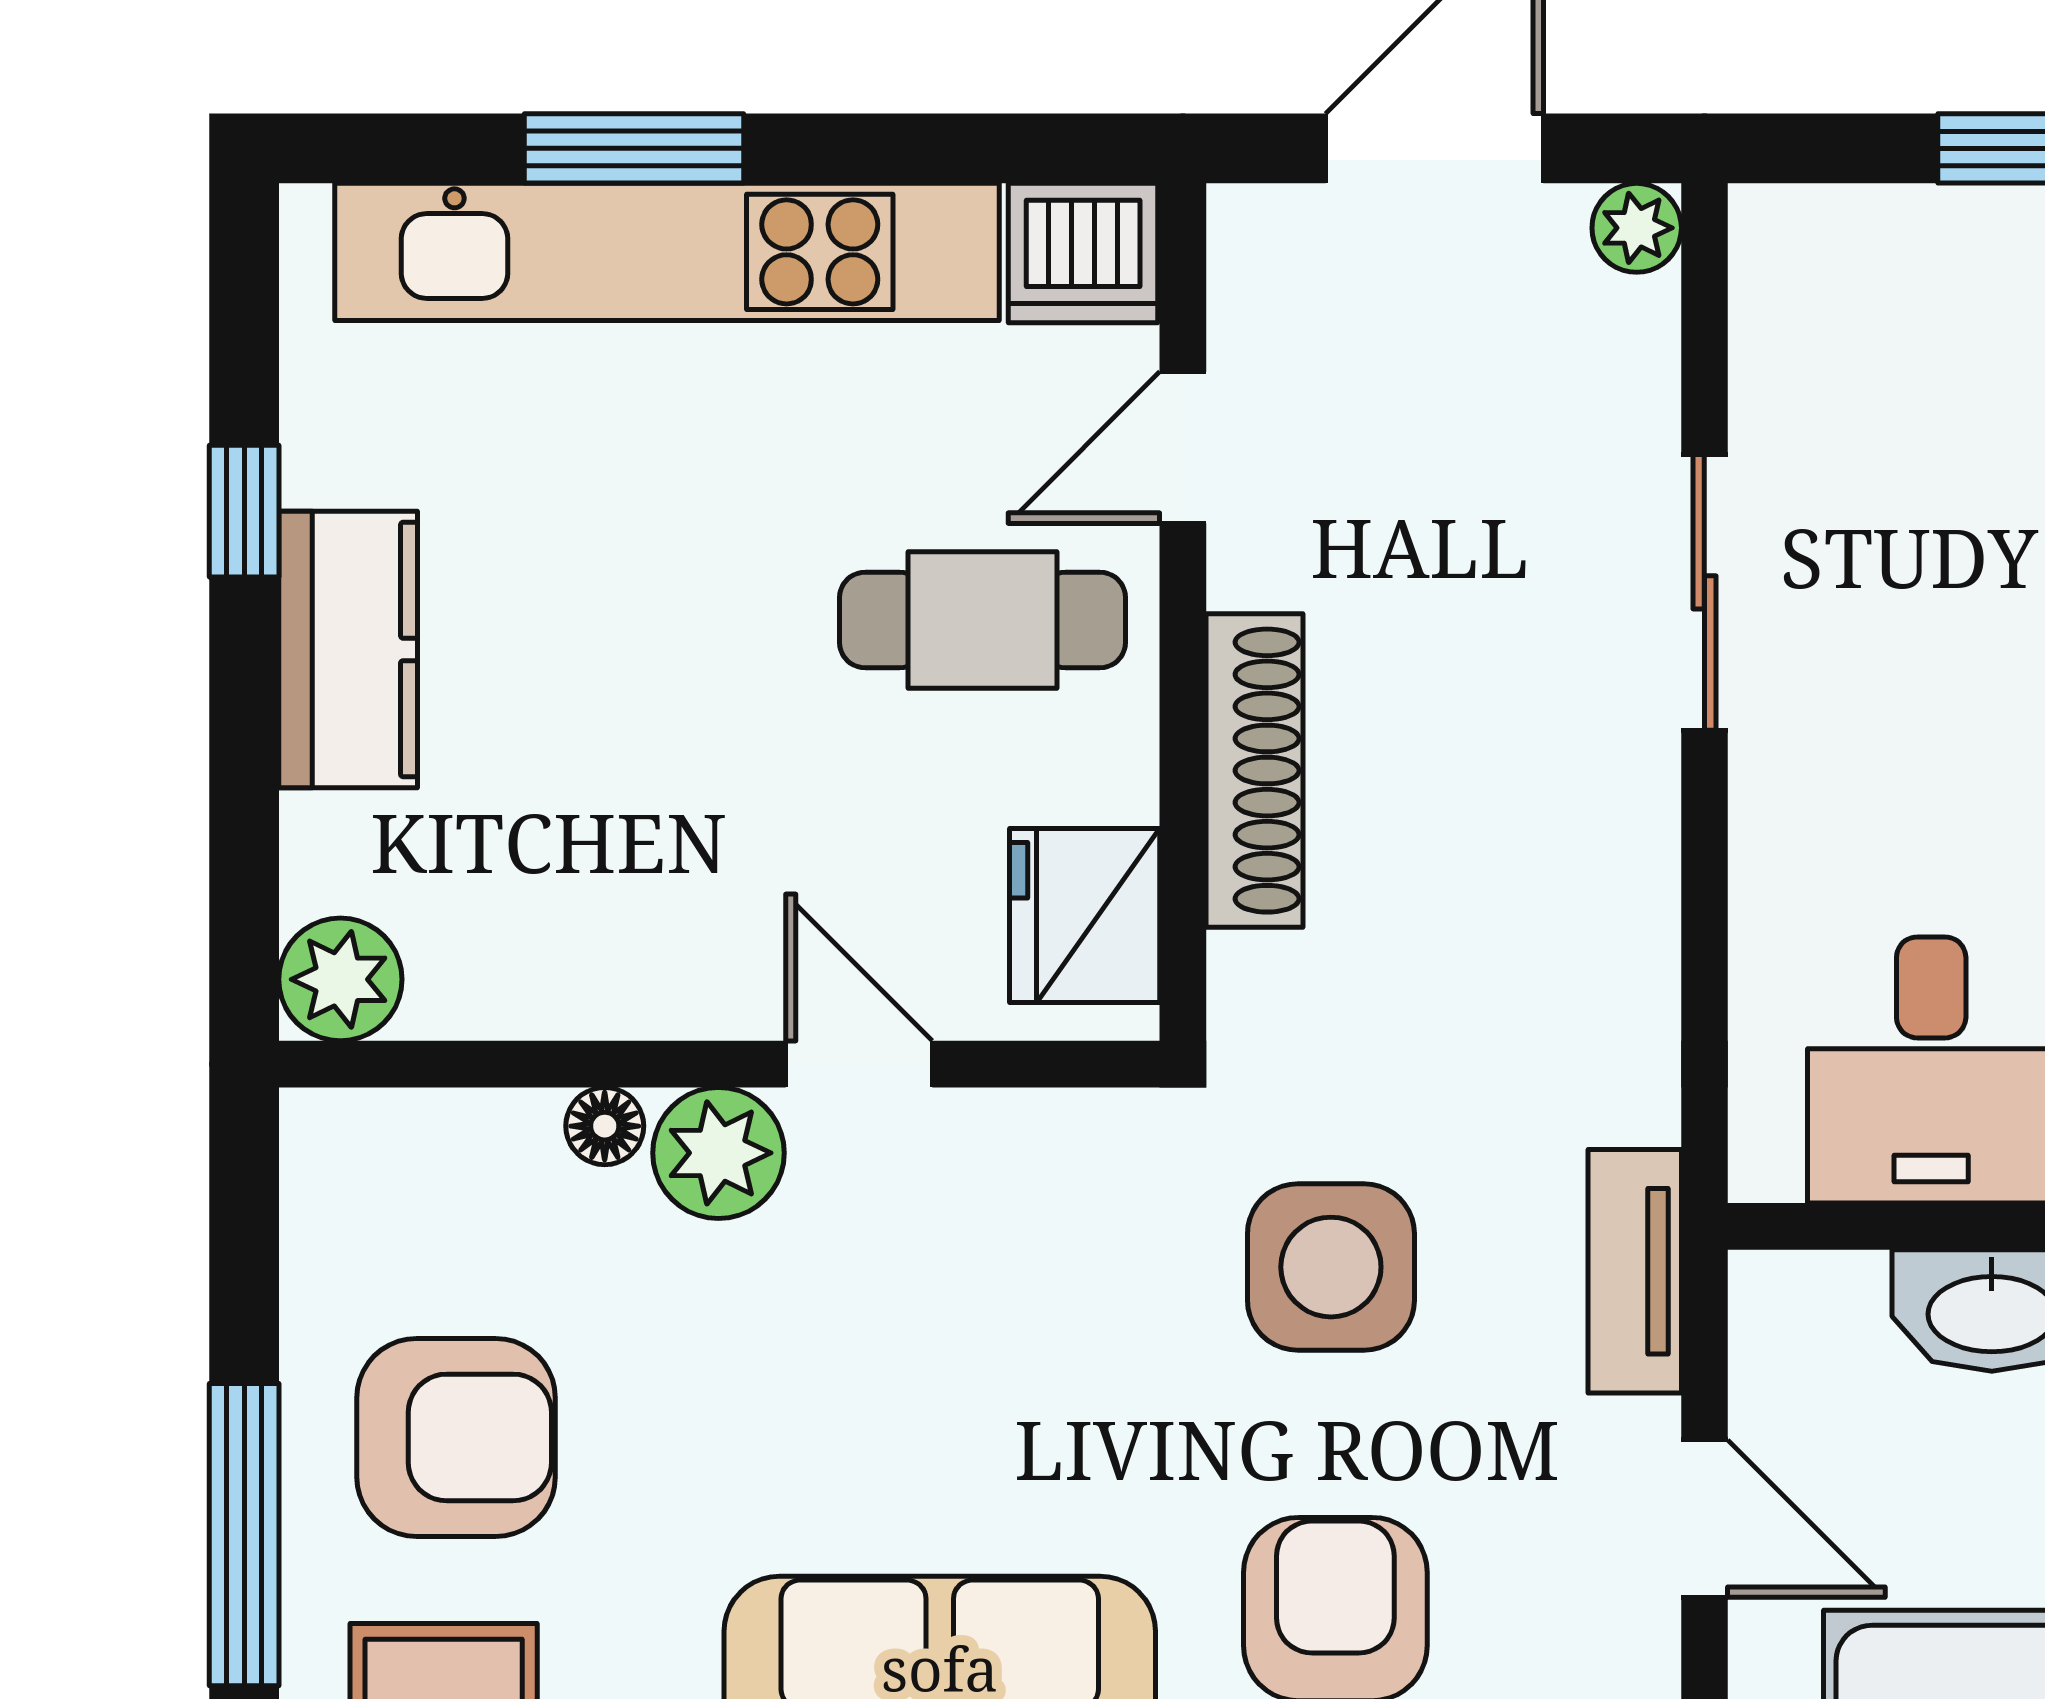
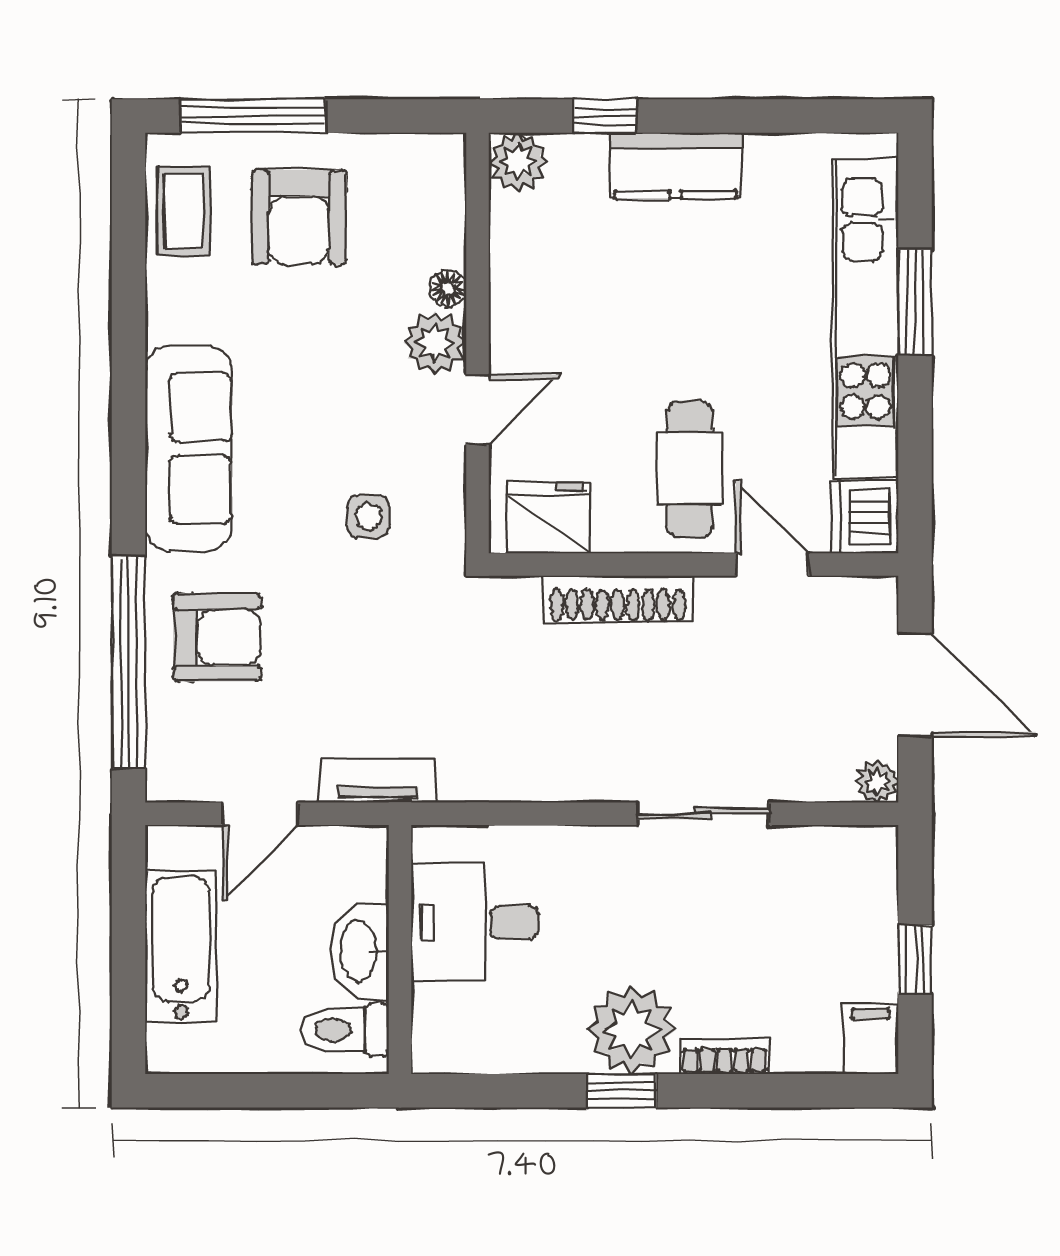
window: (244, 511) -> (605, 116), moved
side table: (1331, 1267) -> (368, 516), moved, width x0.54, depth x0.54

